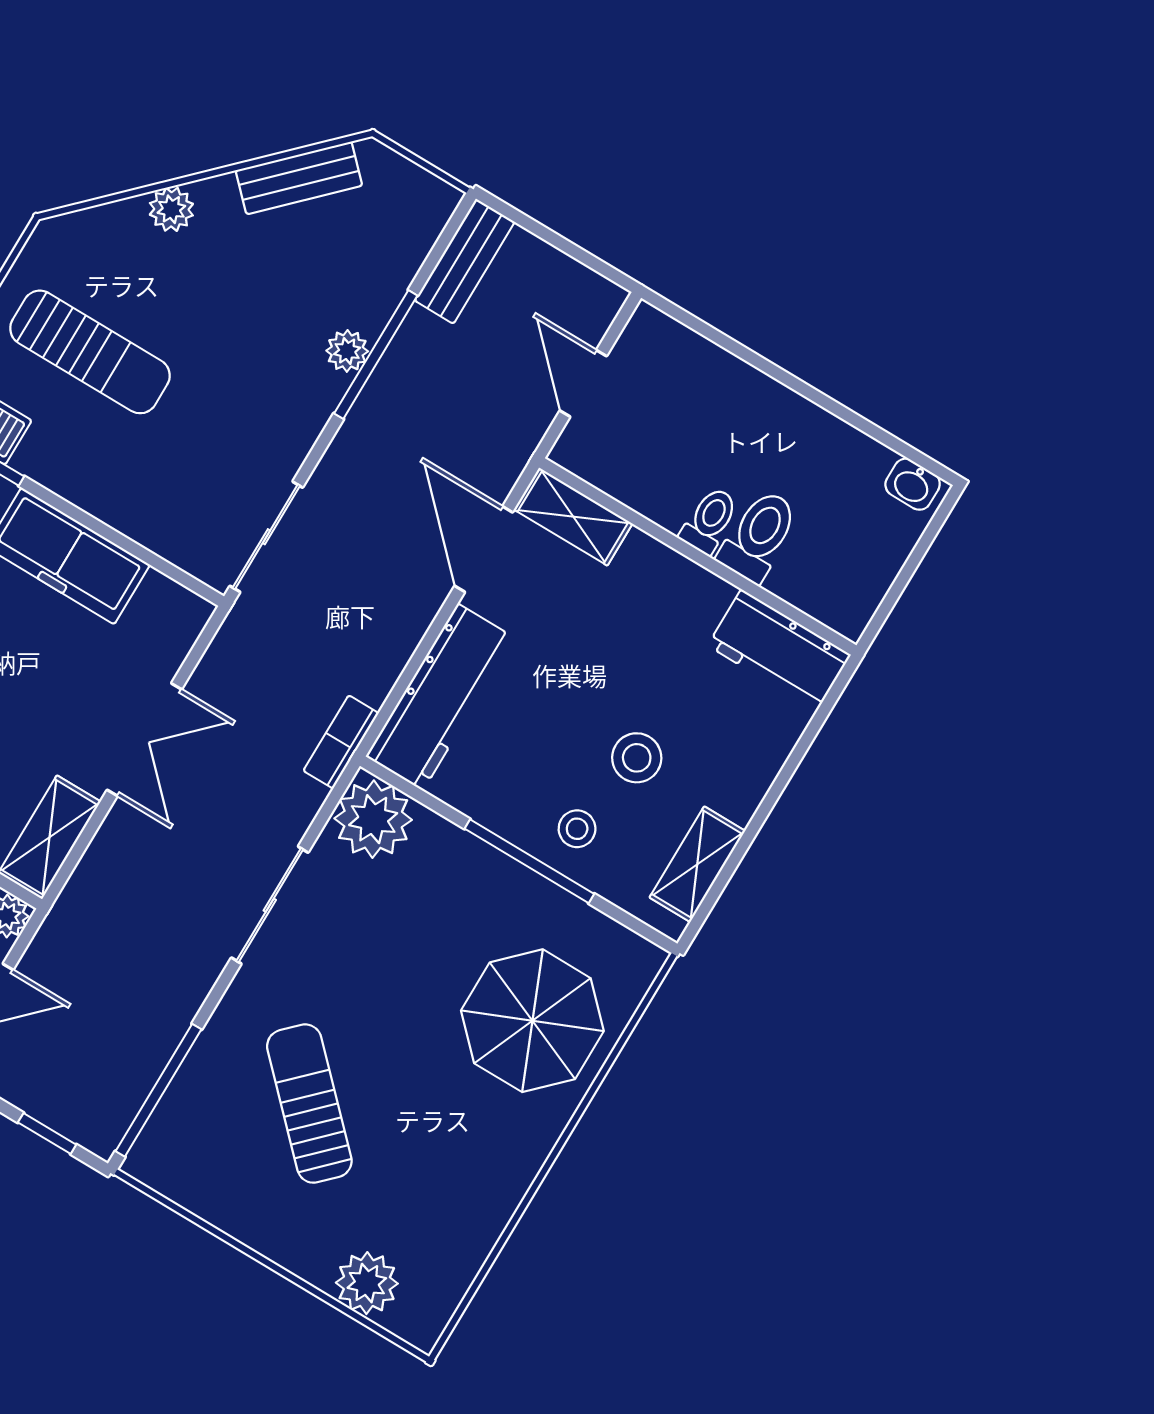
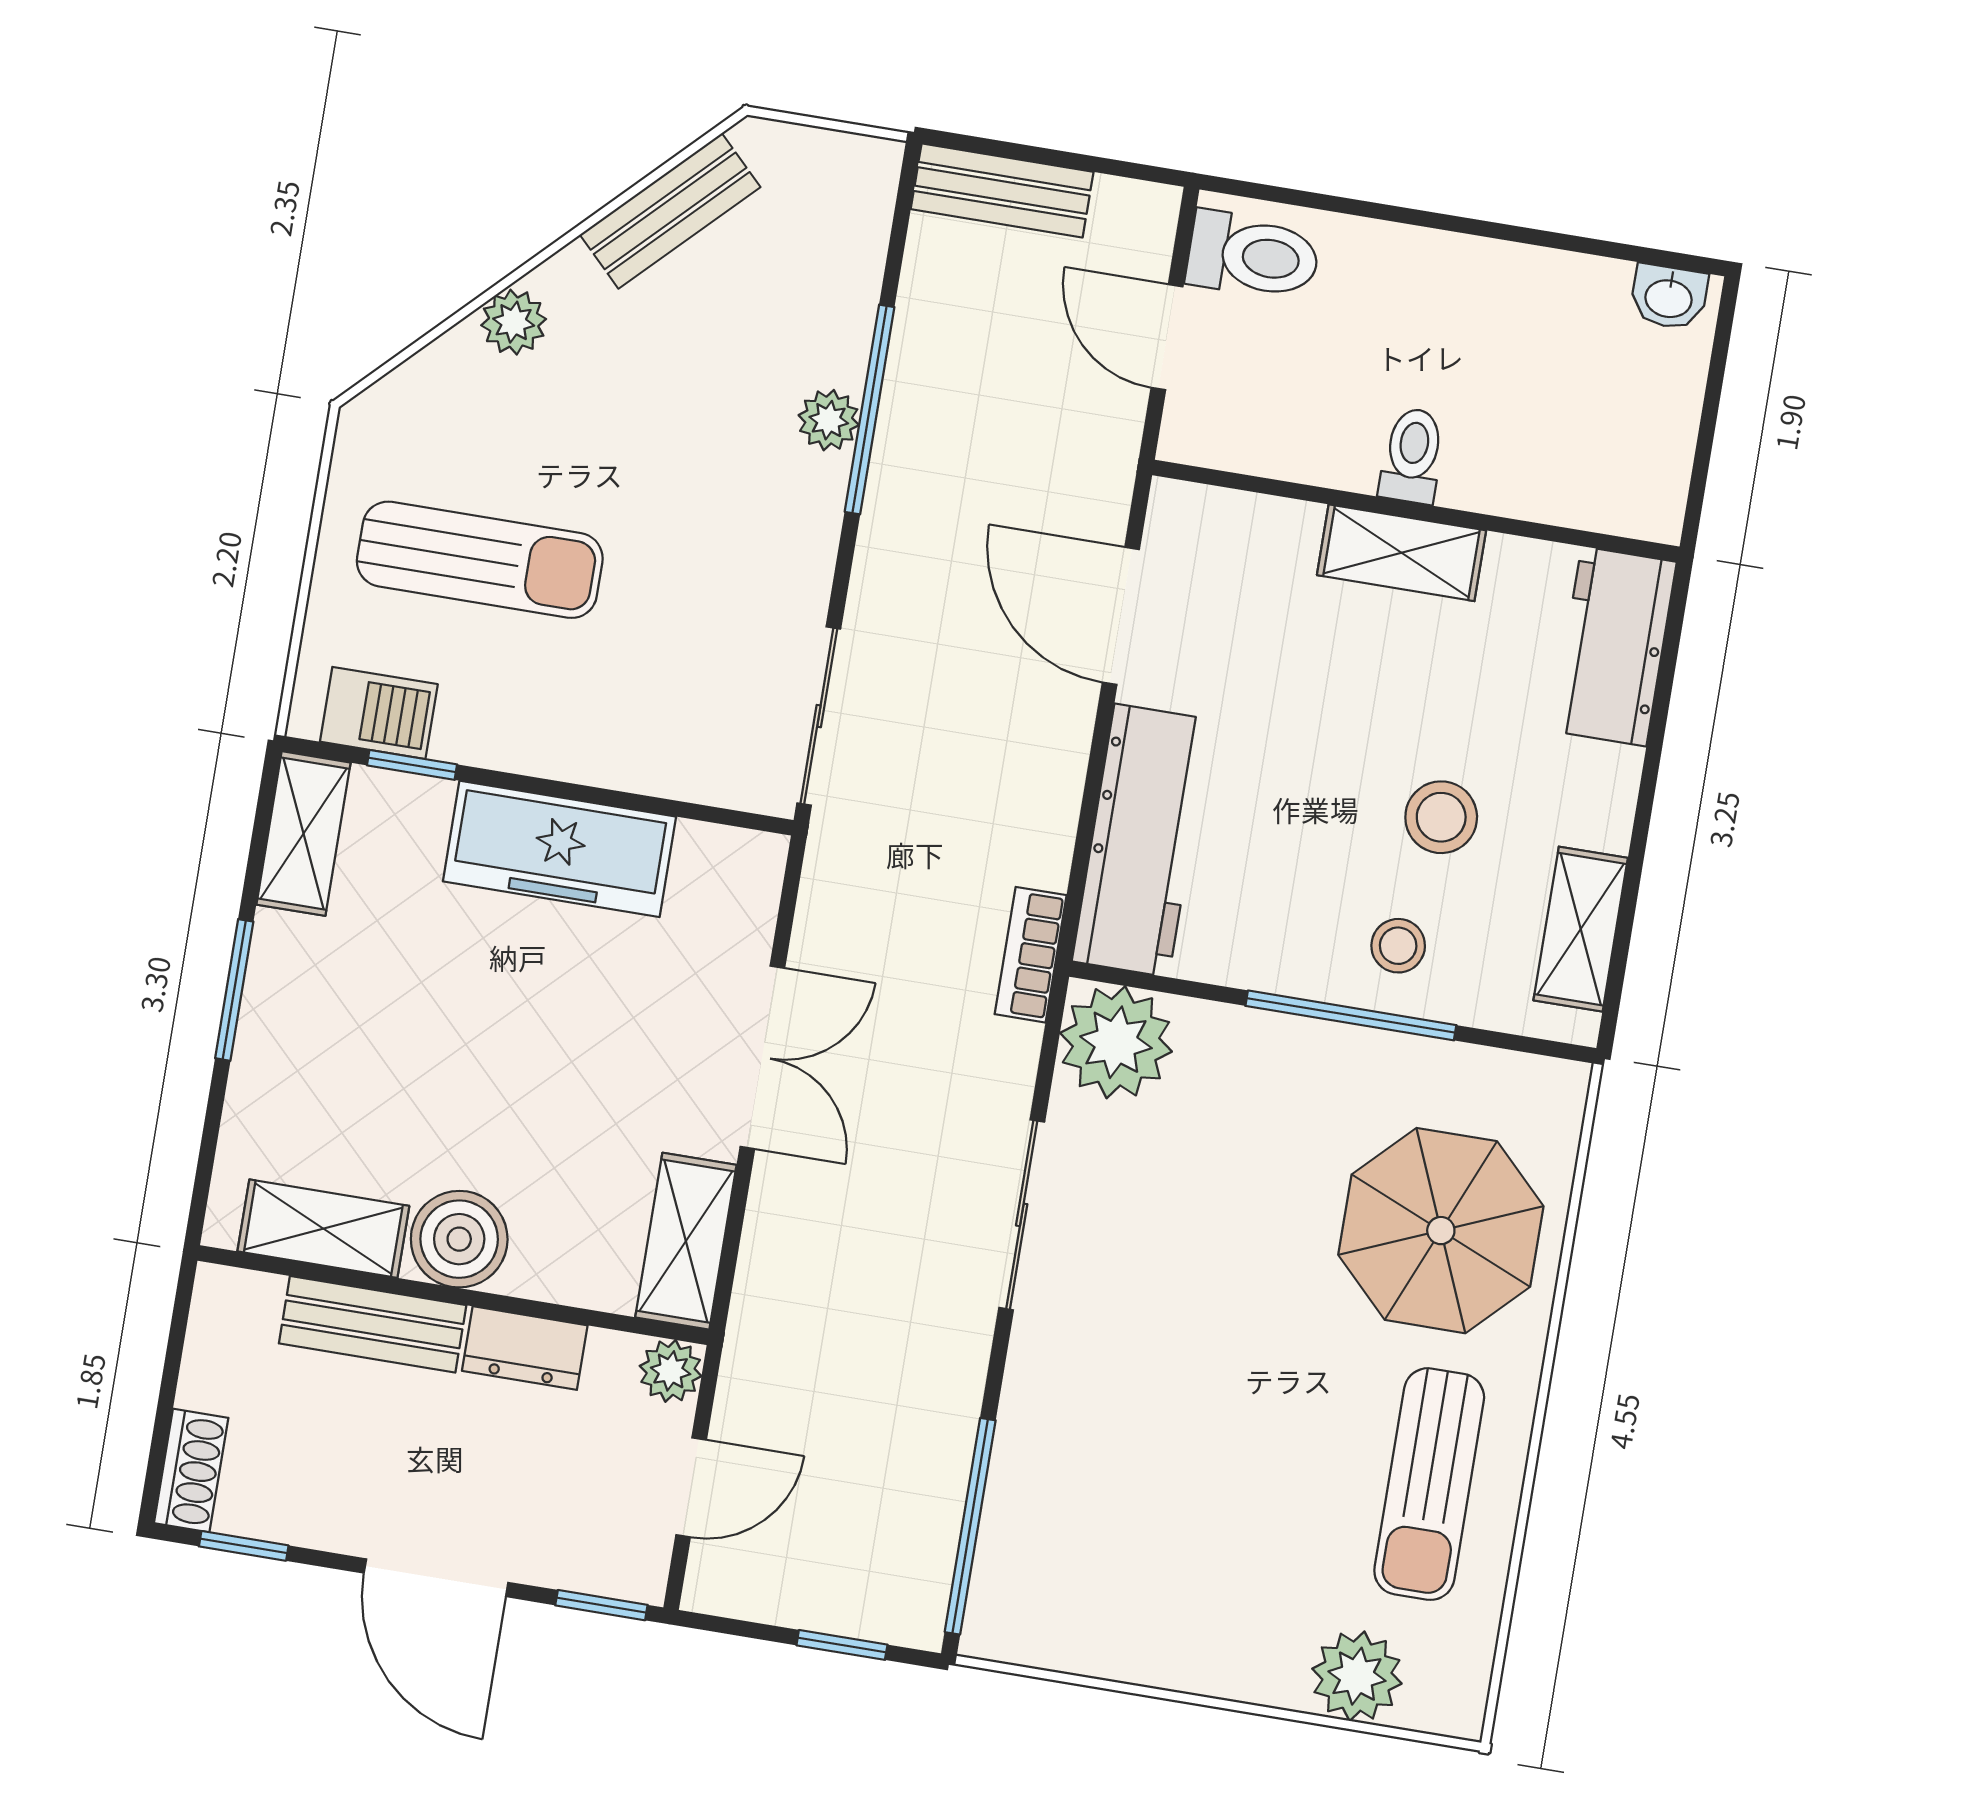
bench: (465, 261) -> (1002, 191), moved, turned 90
shelving: (573, 517) -> (1401, 553), moved
toilet: (759, 536) -> (1253, 256), moved, turned 90
workbench: (779, 650) -> (1614, 646), moved, turned 90
sun lounger: (309, 1104) -> (1429, 1484), moved, turned -135

